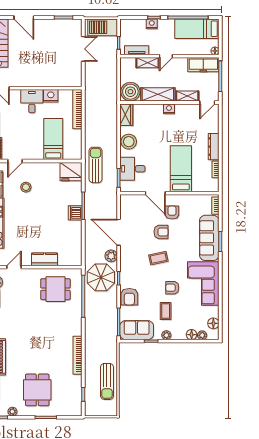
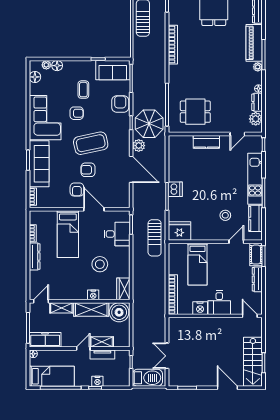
tv unit: (137, 50) -> (102, 354), moved
nightstand: (169, 109) -> (93, 295), moved
stool: (129, 142) -> (100, 264), moved
coffee table: (158, 258) -> (91, 143), width x1.86, depth x1.72
plant: (166, 335) -> (83, 65), removed

